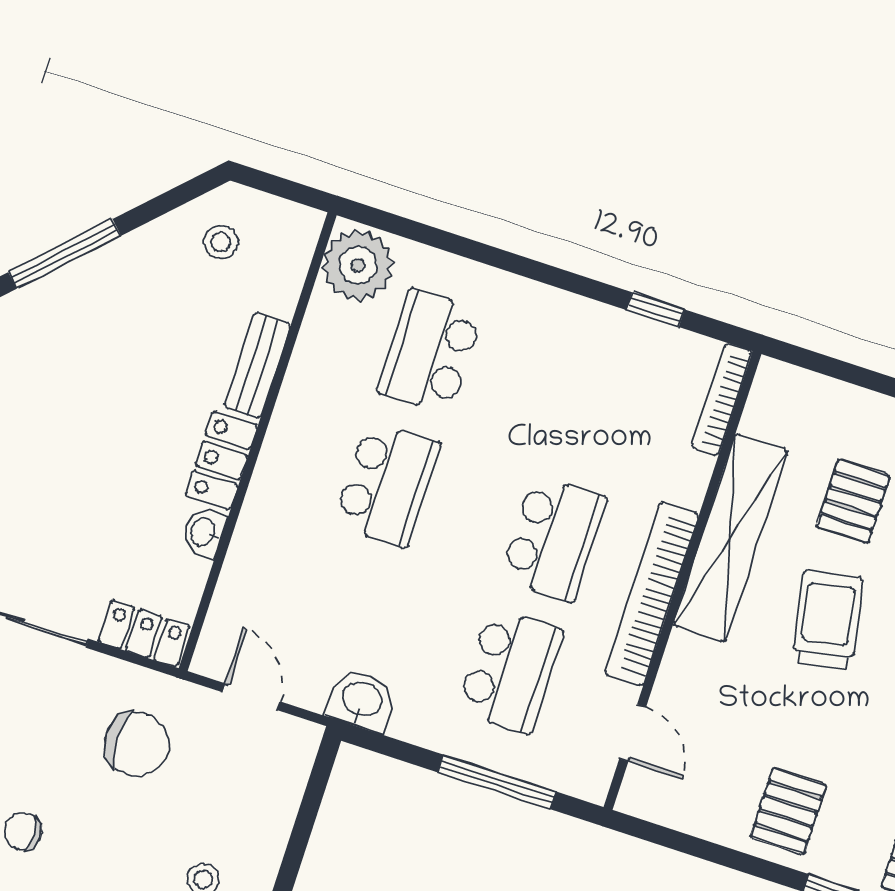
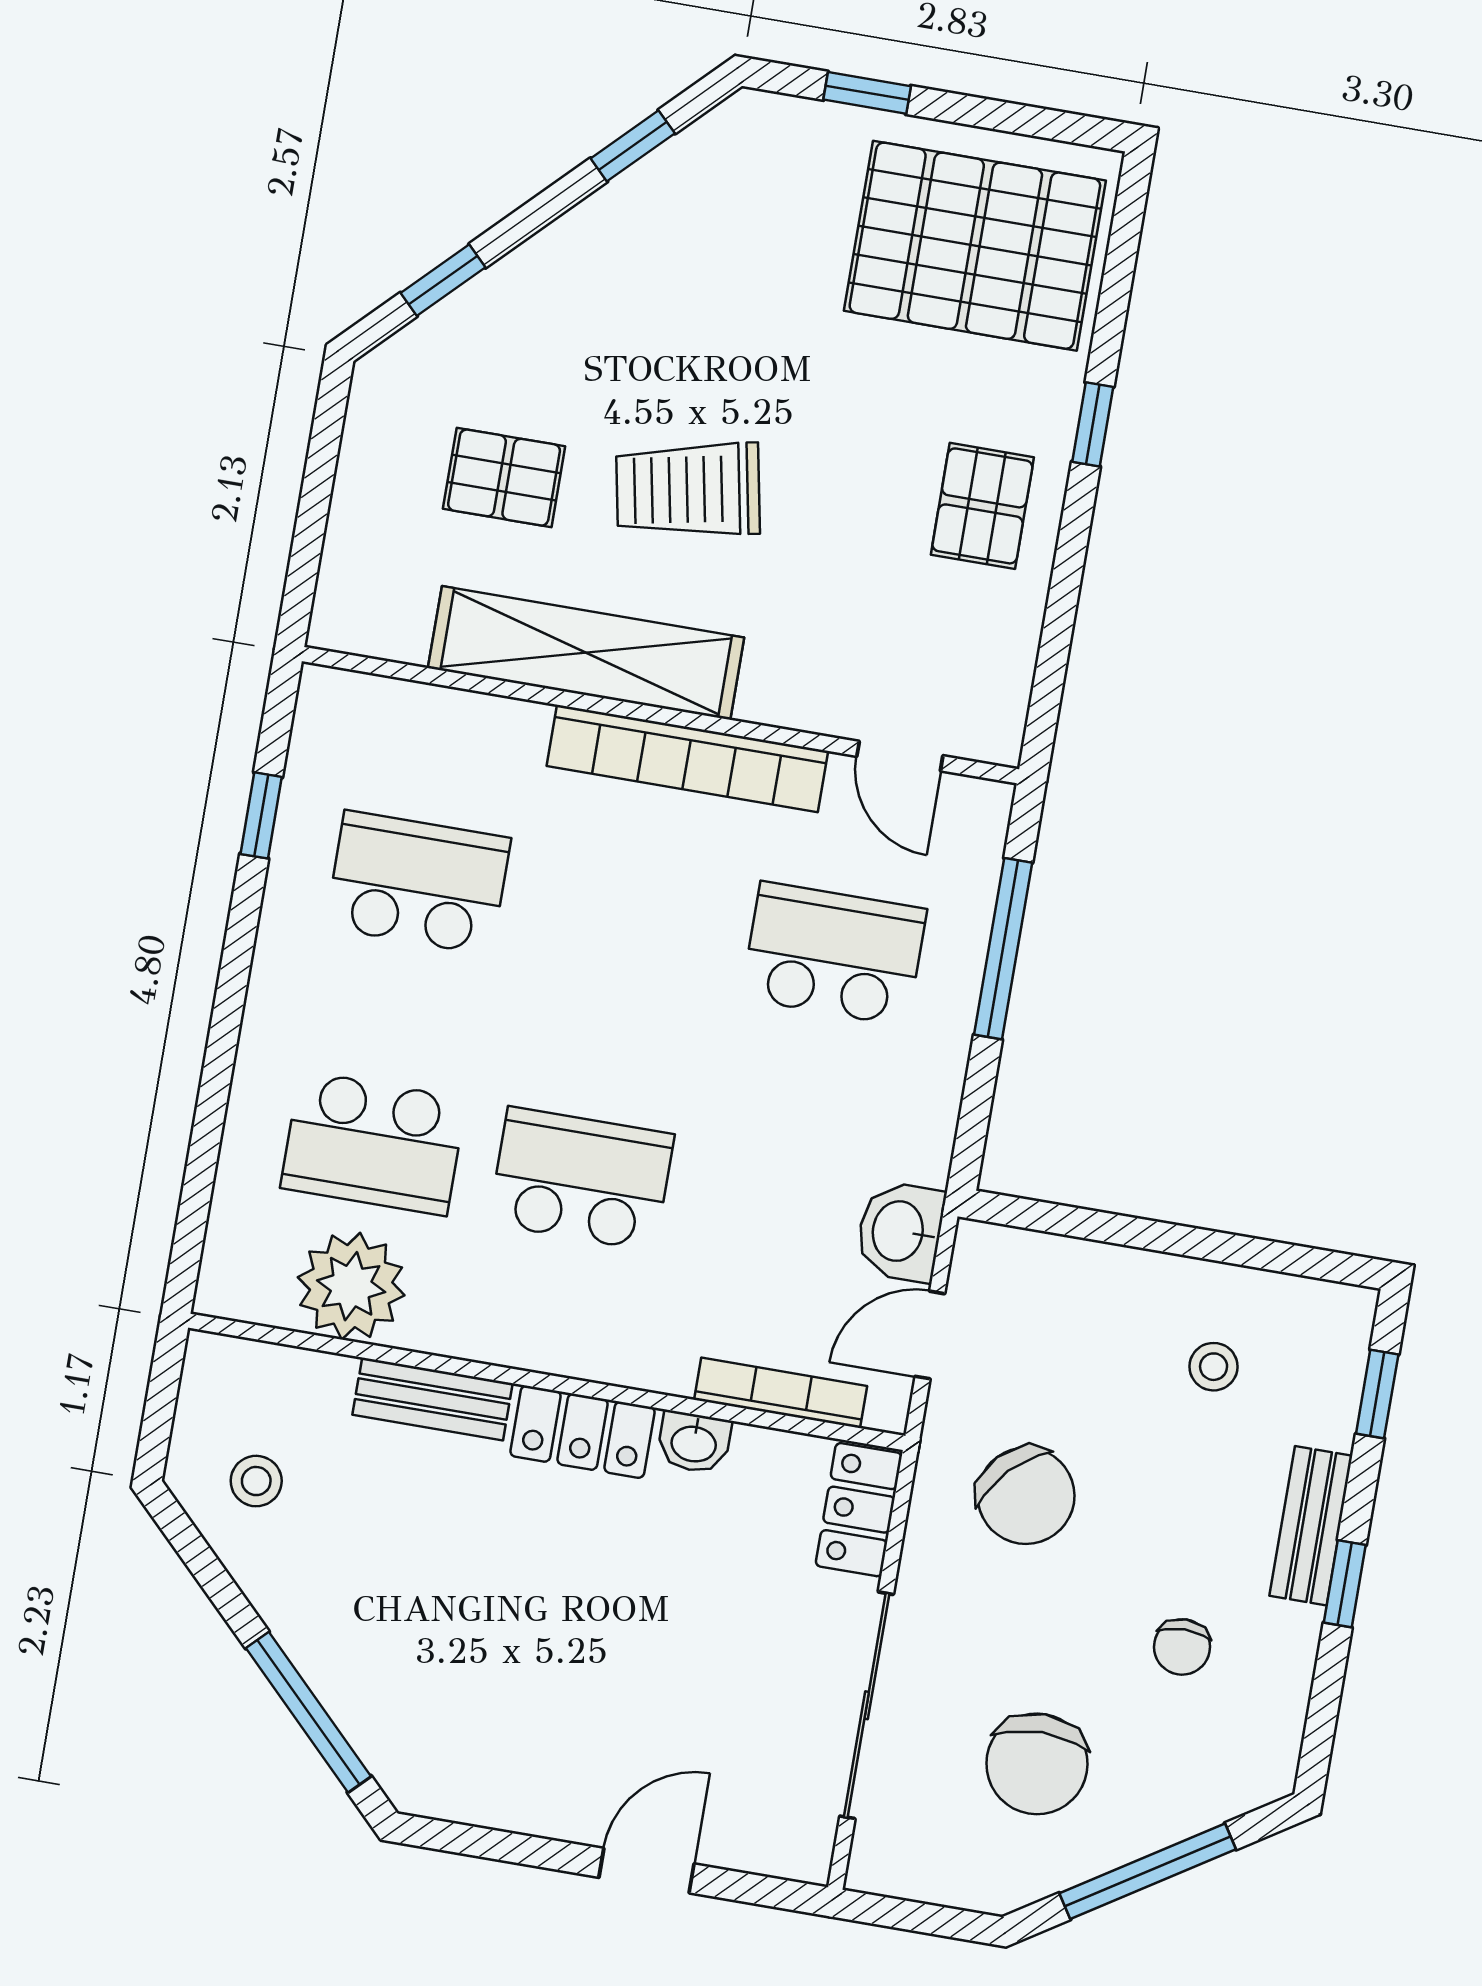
plant: (358, 265) -> (351, 1286), moved
bookcase: (722, 400) -> (781, 1393), moved, turned 180
school desk: (553, 538) -> (418, 883), moved
washbasin: (362, 700) -> (900, 1231), moved
door: (633, 733) -> (900, 756), swing flipped
chair: (137, 744) -> (1026, 1496), turned 134
pallet: (788, 811) -> (982, 506), turned 90

